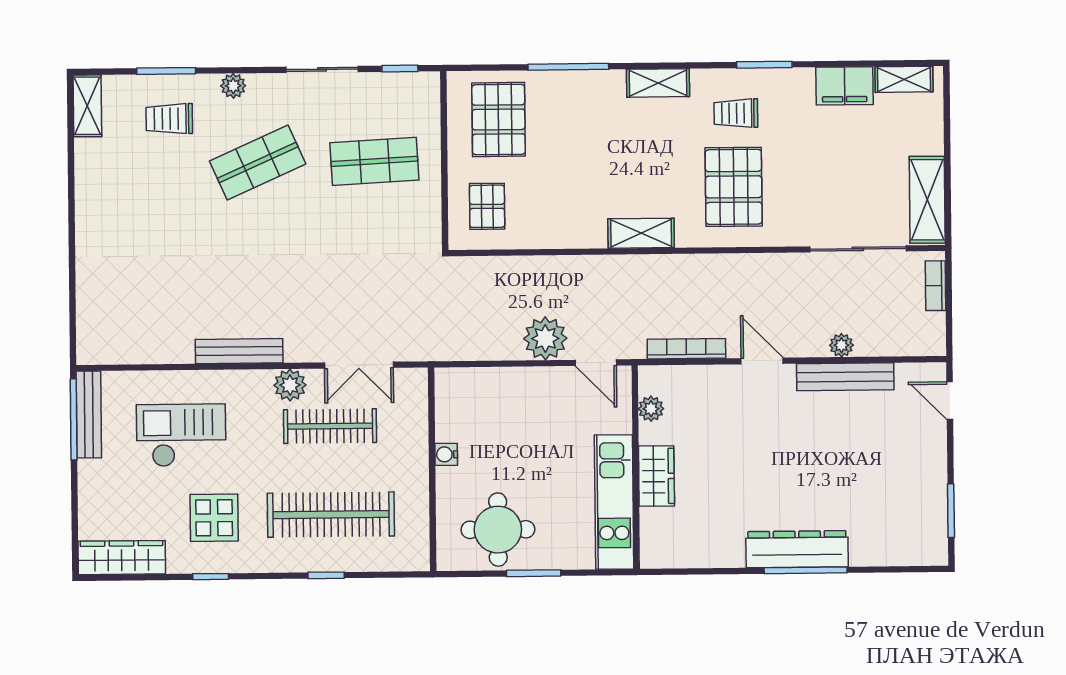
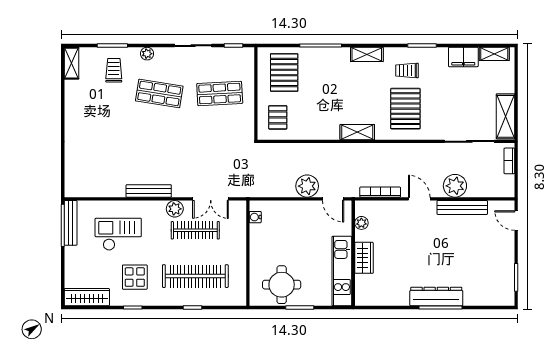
trolley: (169, 119) -> (114, 70), turned 90
shop shelf: (258, 163) -> (159, 93), turned 33
plant: (841, 345) -> (455, 186), width x1.88, depth x1.88
water cooler: (446, 454) -> (255, 217), moved

